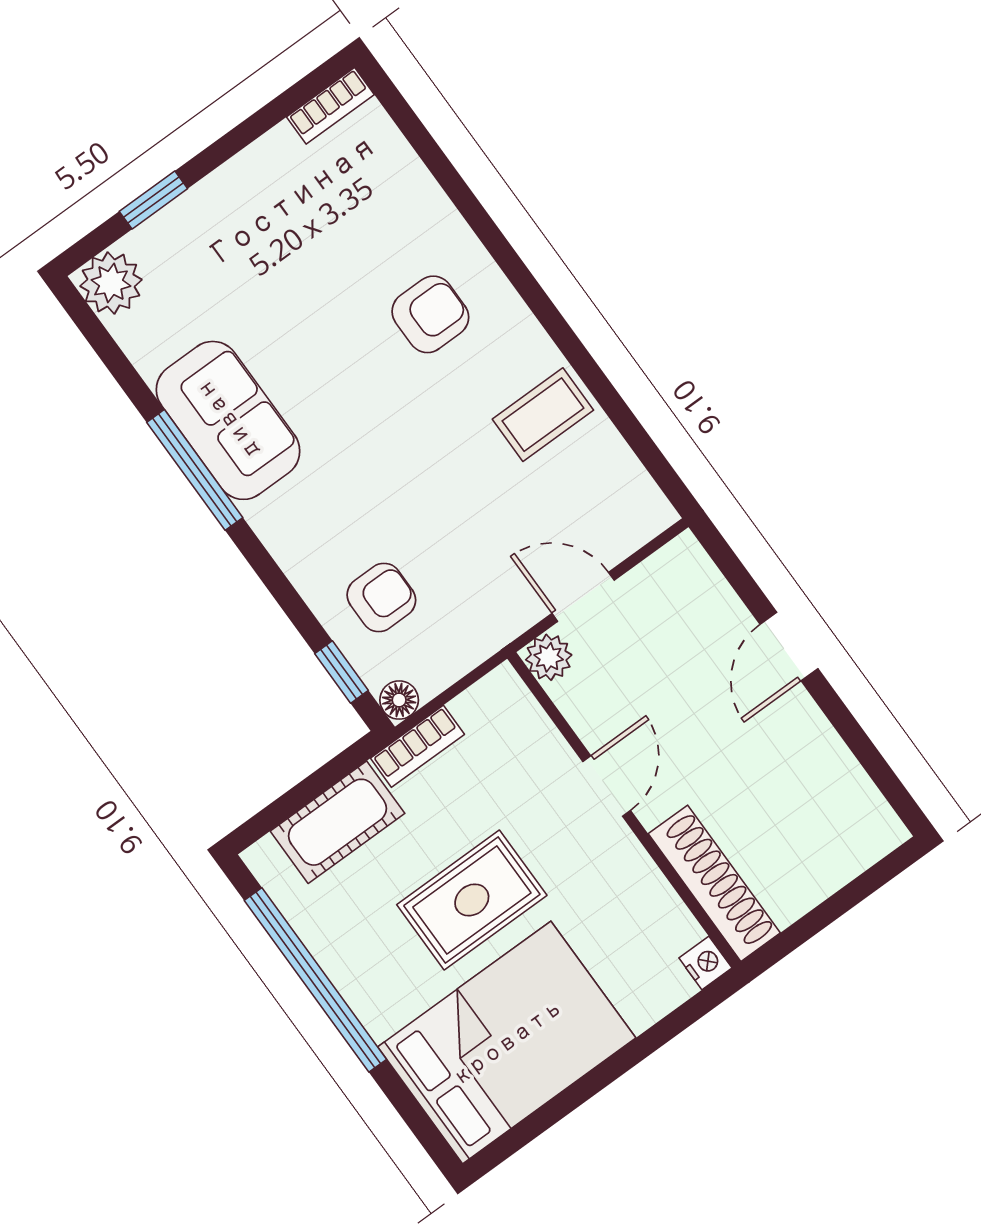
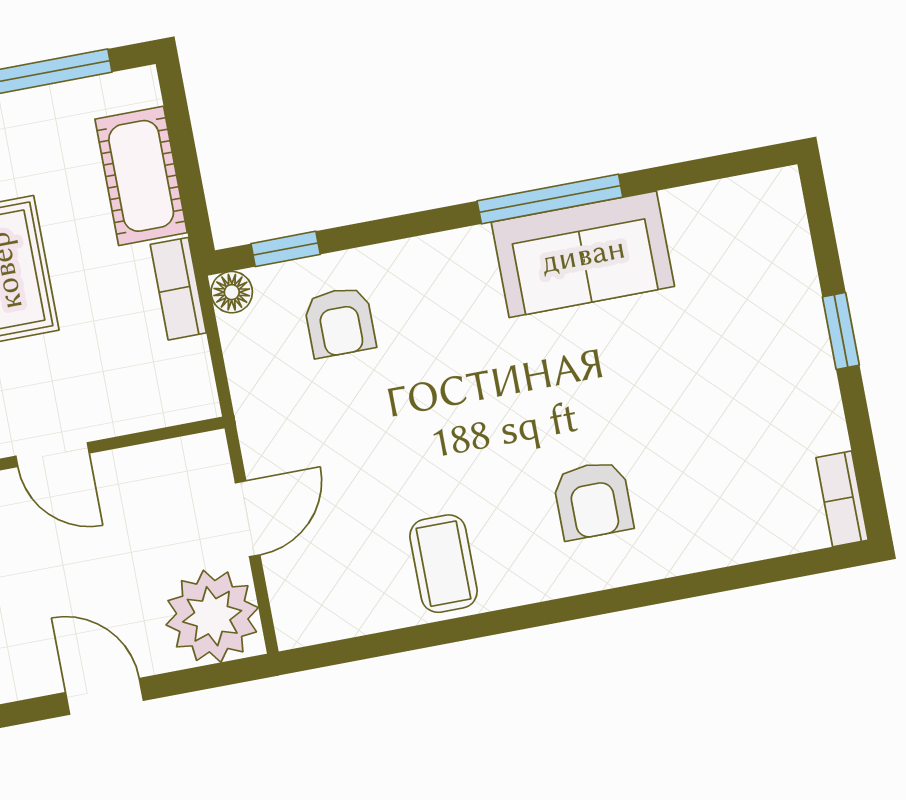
window: (153, 200) -> (841, 331), moved
plant: (111, 283) -> (771, 204), removed
plant: (549, 657) -> (212, 616), moved, width x1.88, depth x1.88

